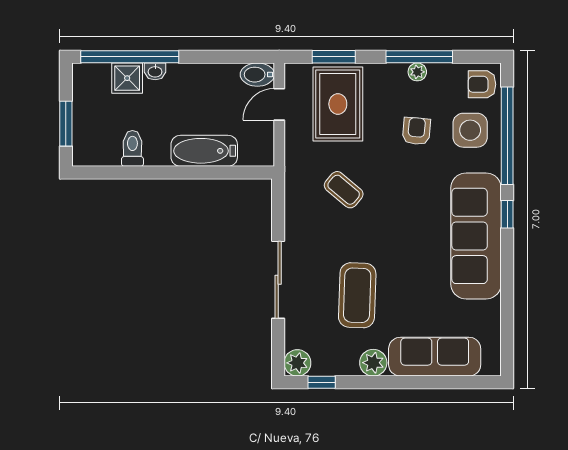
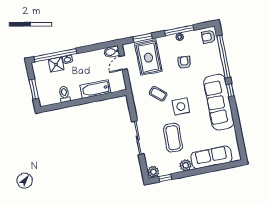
side table: (470, 130) -> (181, 106), moved

